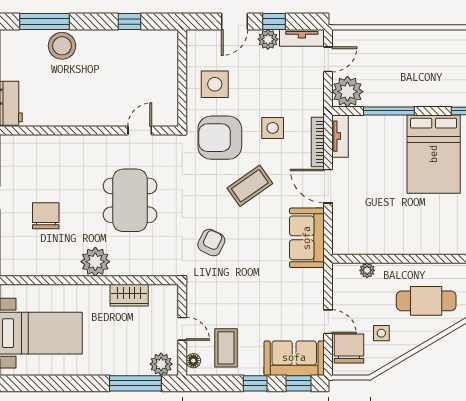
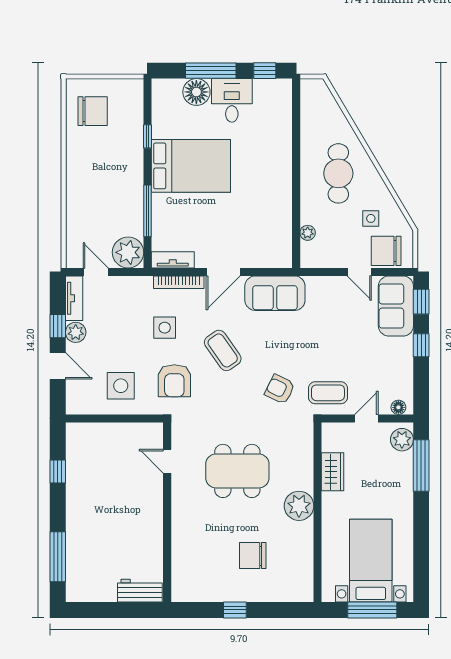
stool: (62, 46) -> (82, 539), removed
armchair: (220, 138) -> (174, 381), width x0.73, depth x0.73
door: (328, 322) -> (359, 272), swing flipped
coffee table: (226, 348) -> (328, 393), moved

